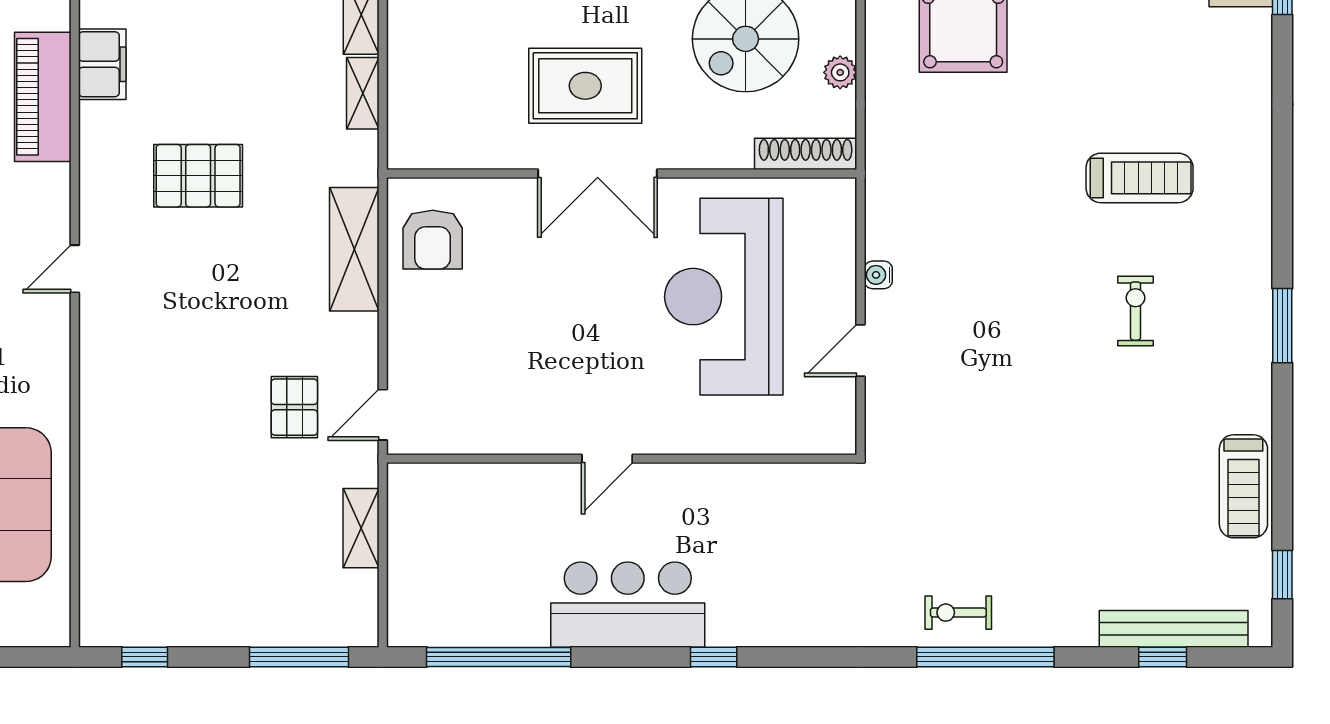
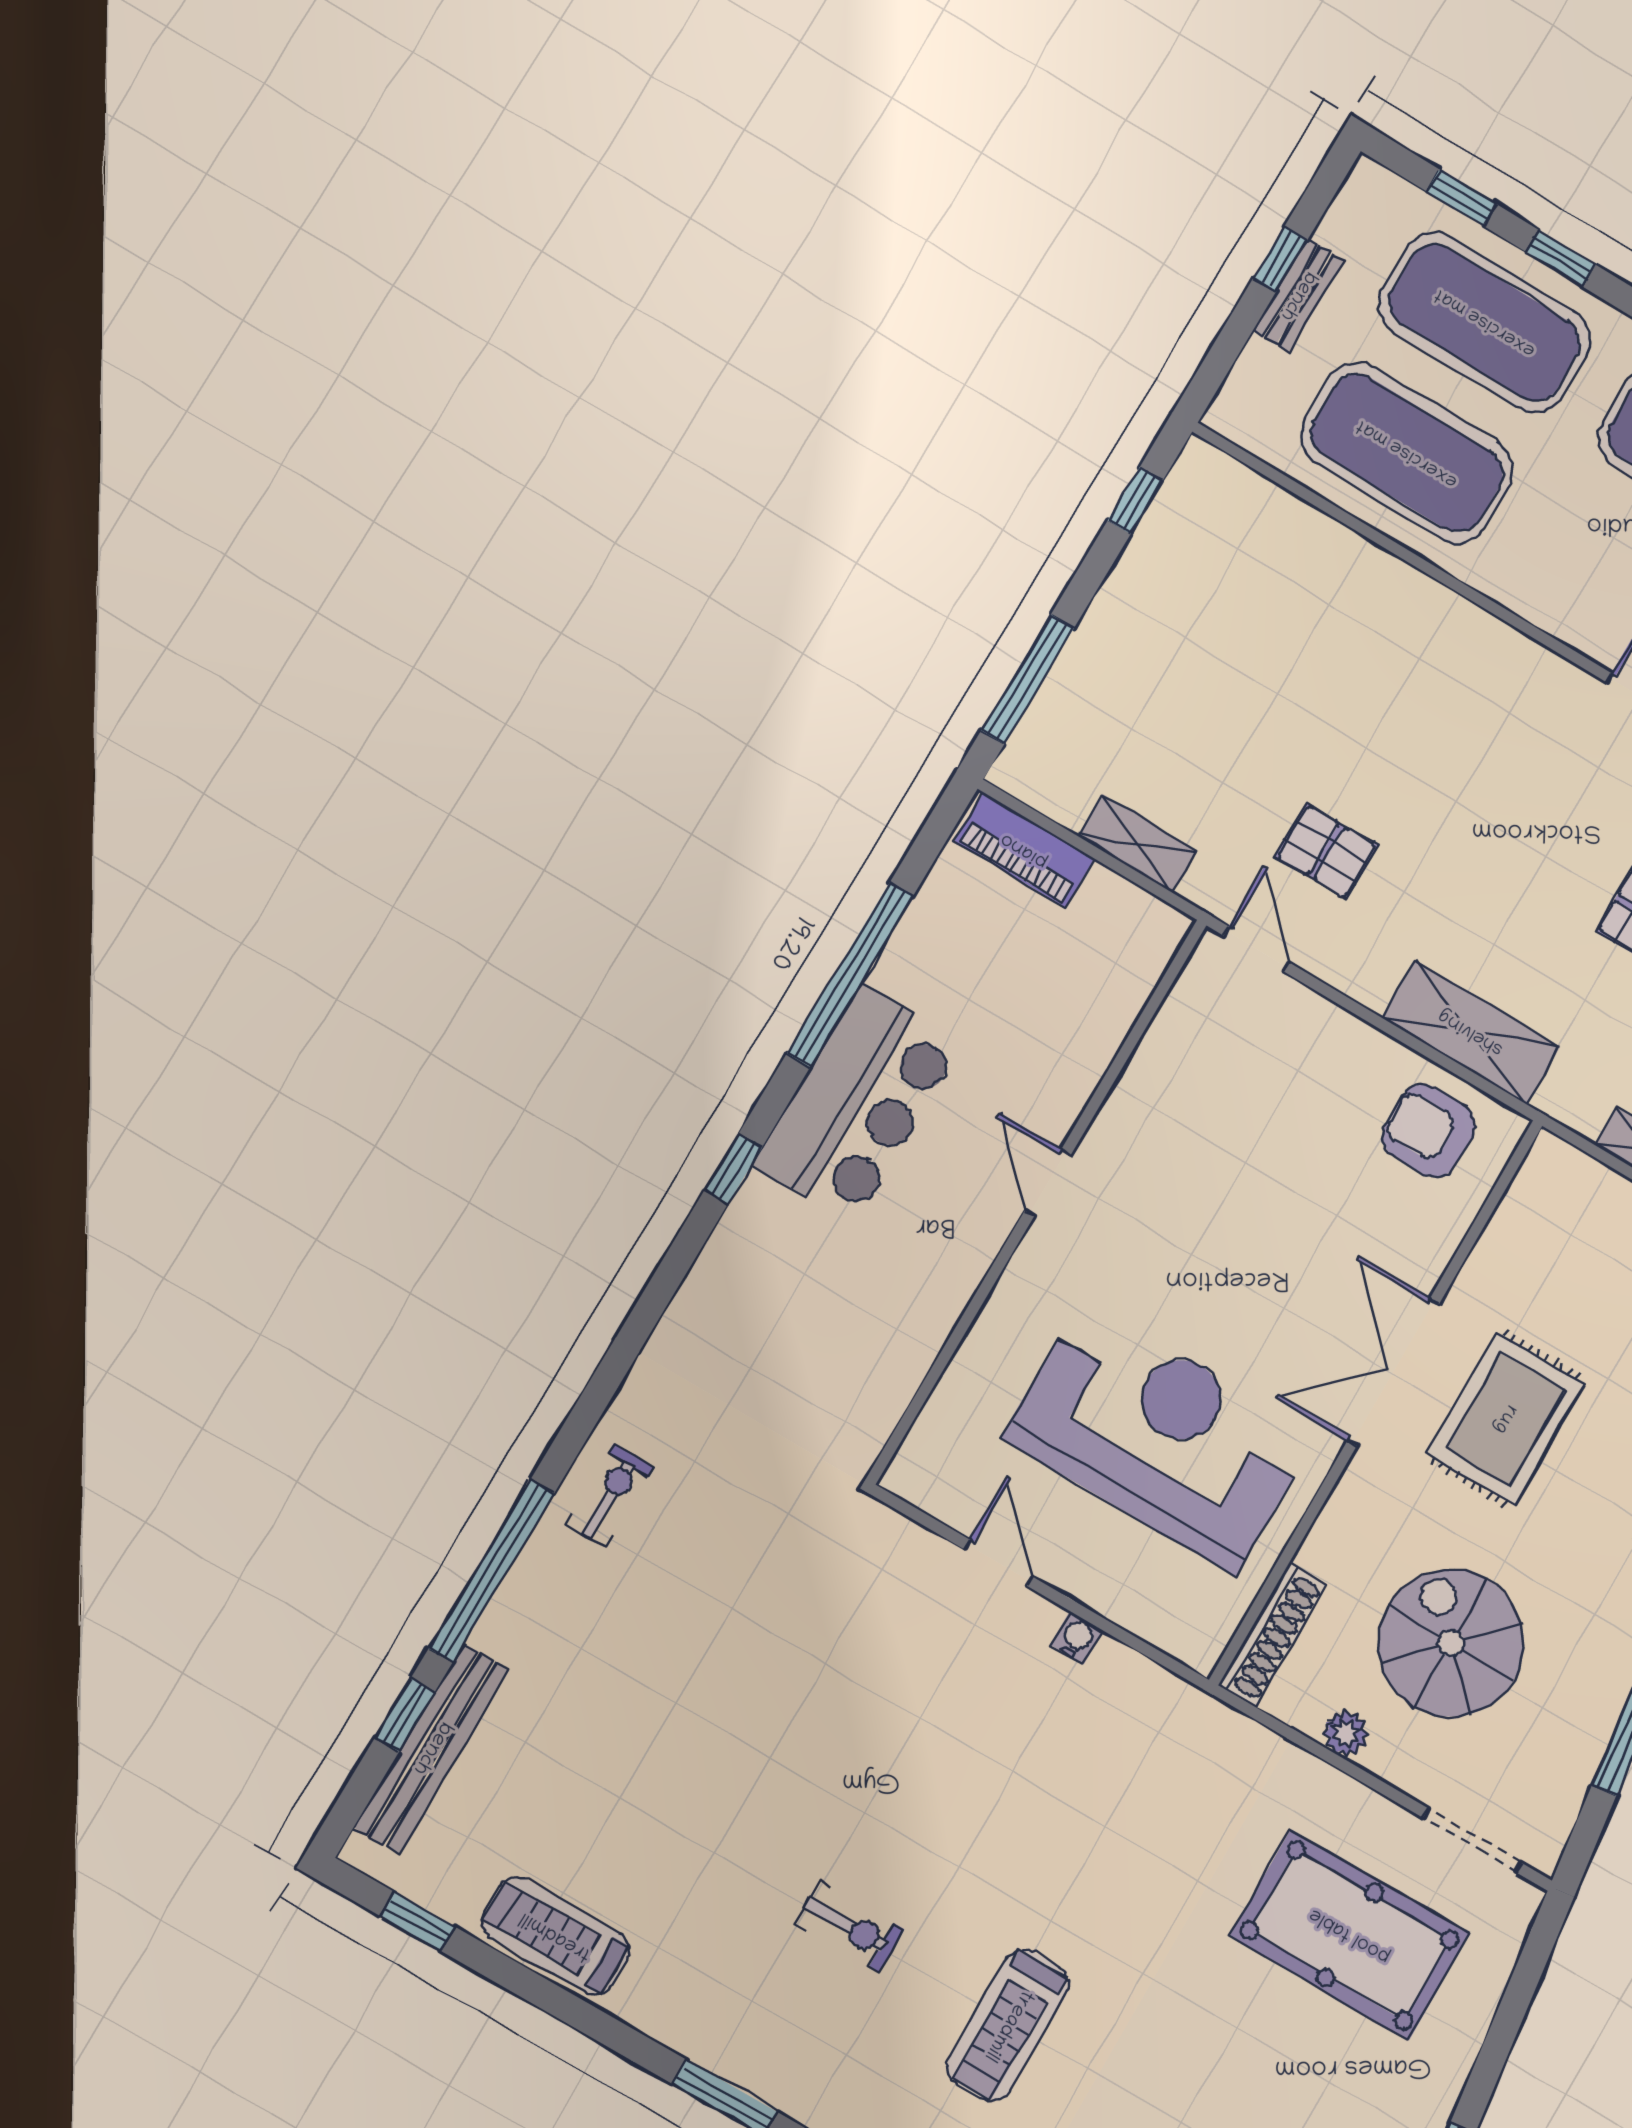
piano: (408, 596) -> (1024, 850), added
window: (499, 657) -> (850, 975), moved
window: (985, 657) -> (492, 1571), moved

